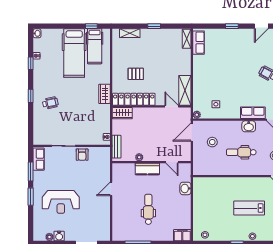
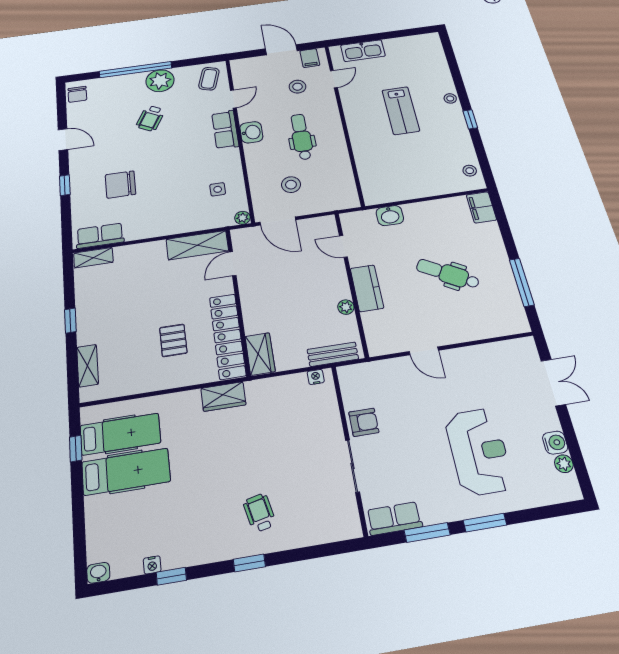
hospital bed: (74, 53) -> (126, 472), width x0.73, depth x0.78
chair: (227, 55) -> (120, 184), added
dental chair: (241, 152) -> (301, 137), turned 180
door: (172, 162) -> (343, 246), swing flipped
dental chair: (148, 209) -> (448, 274), turned 30

